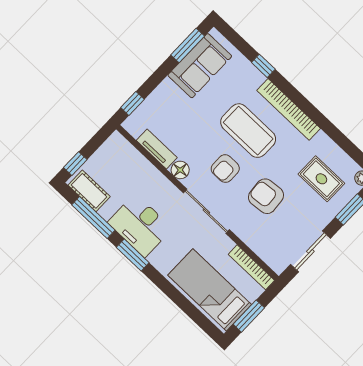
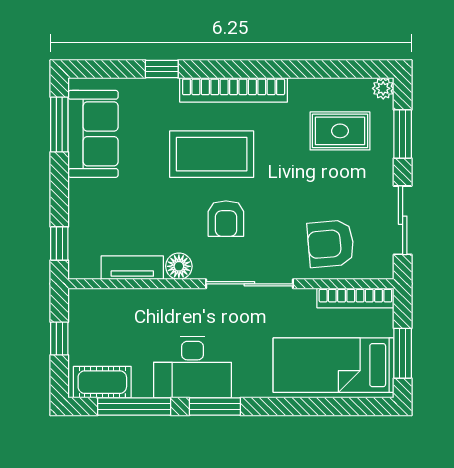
window: (75, 164) -> (59, 339), moved
armchair: (266, 196) -> (331, 244), moved

